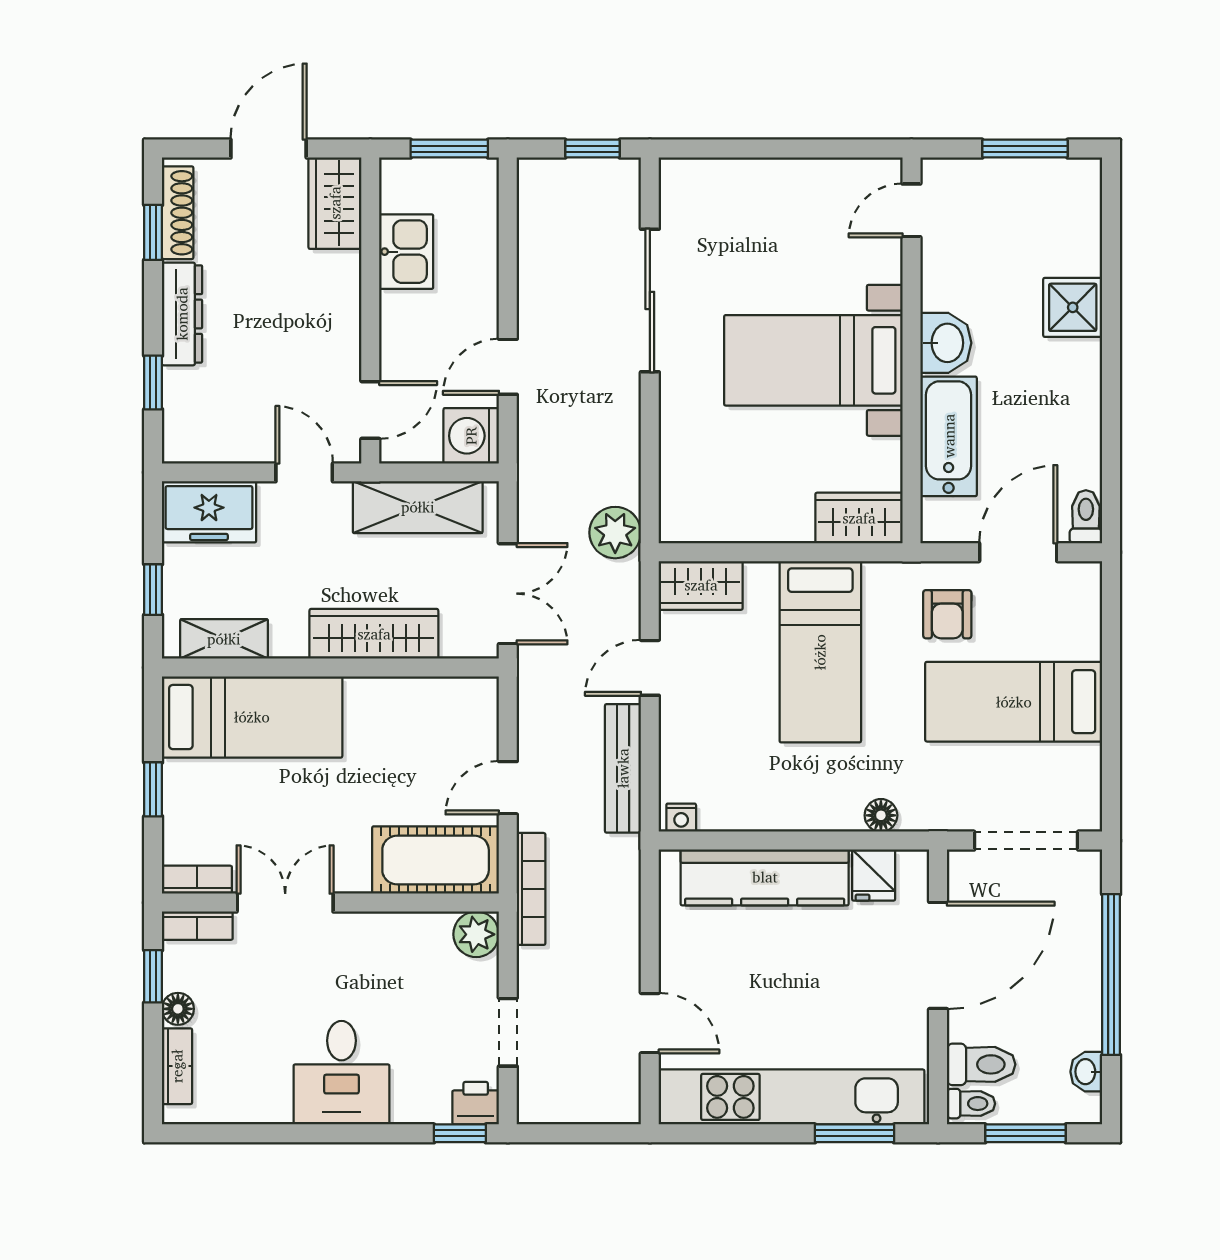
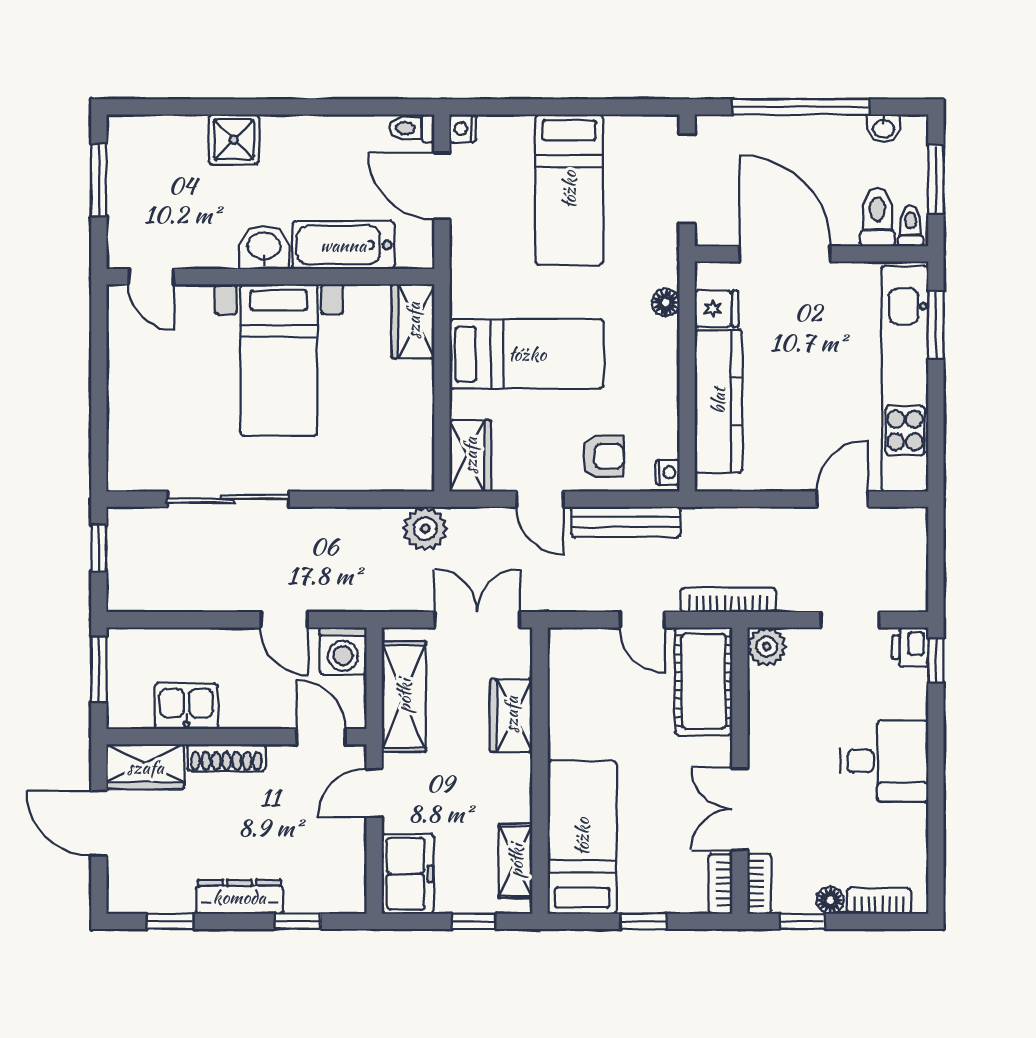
shoe rack: (178, 213) -> (226, 758), moved, turned 180
nightstand: (1086, 577) -> (463, 129), added
armchair: (947, 614) -> (603, 456), moved
wardrobe: (374, 634) -> (511, 715), width x0.67

